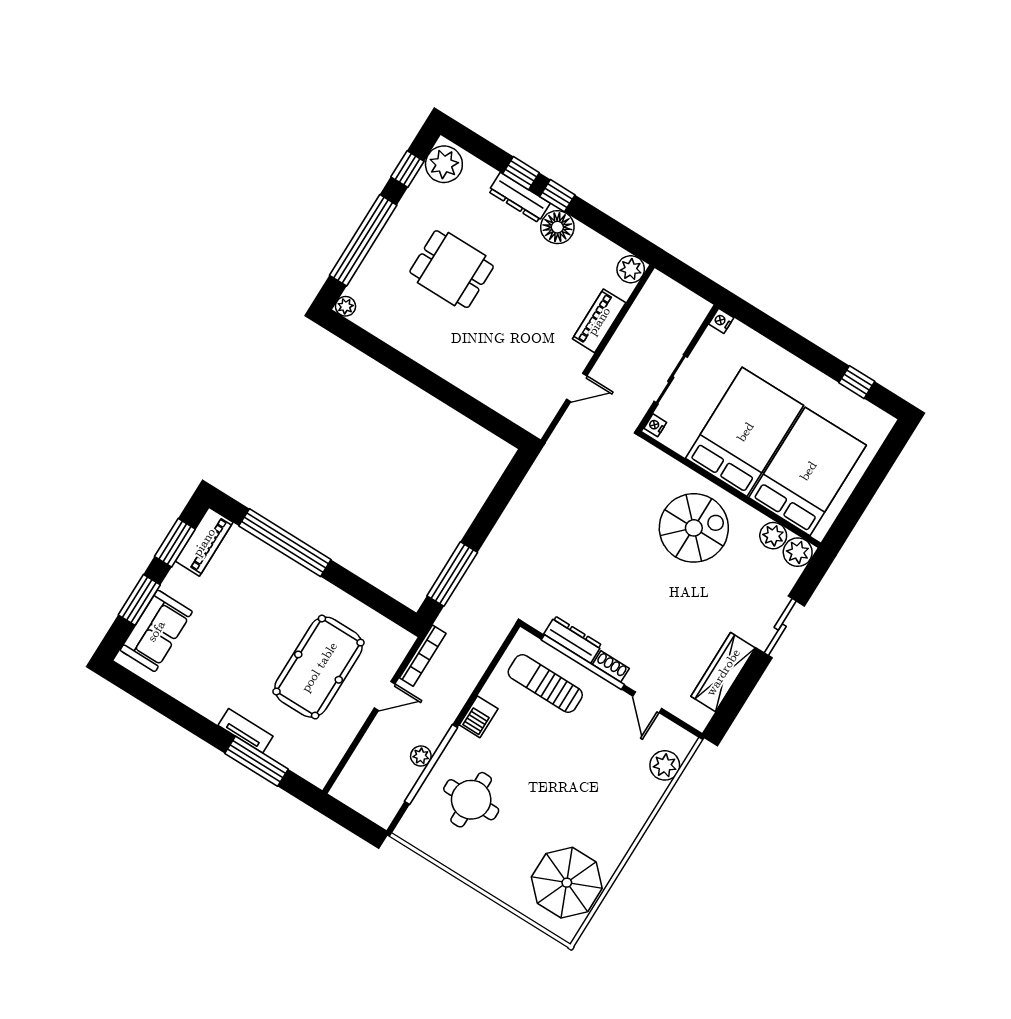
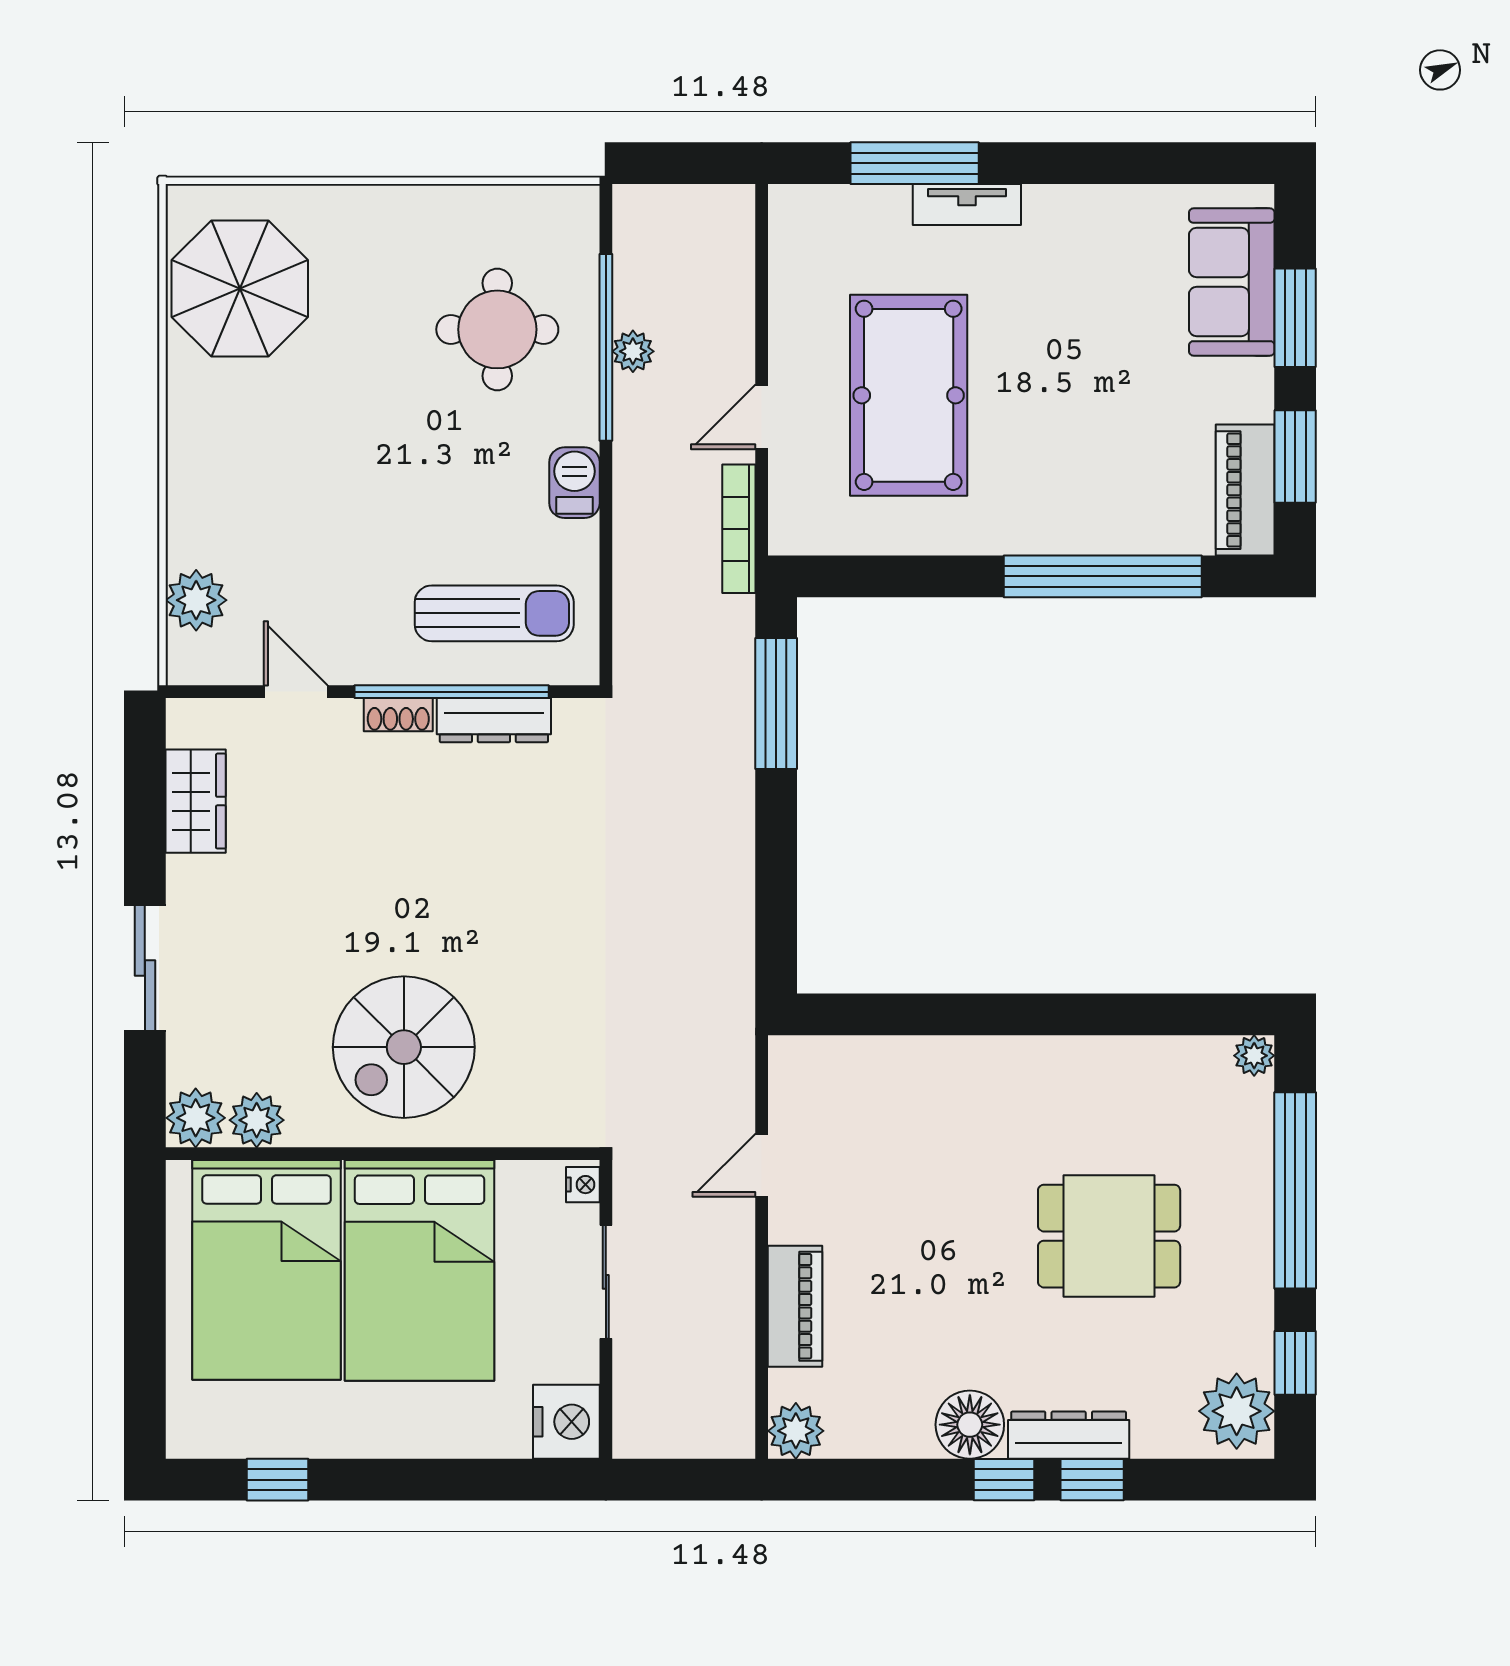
nightstand: (721, 321) -> (566, 1422), width x1.89, depth x1.79
wardrobe: (723, 672) -> (196, 801), width x0.67

